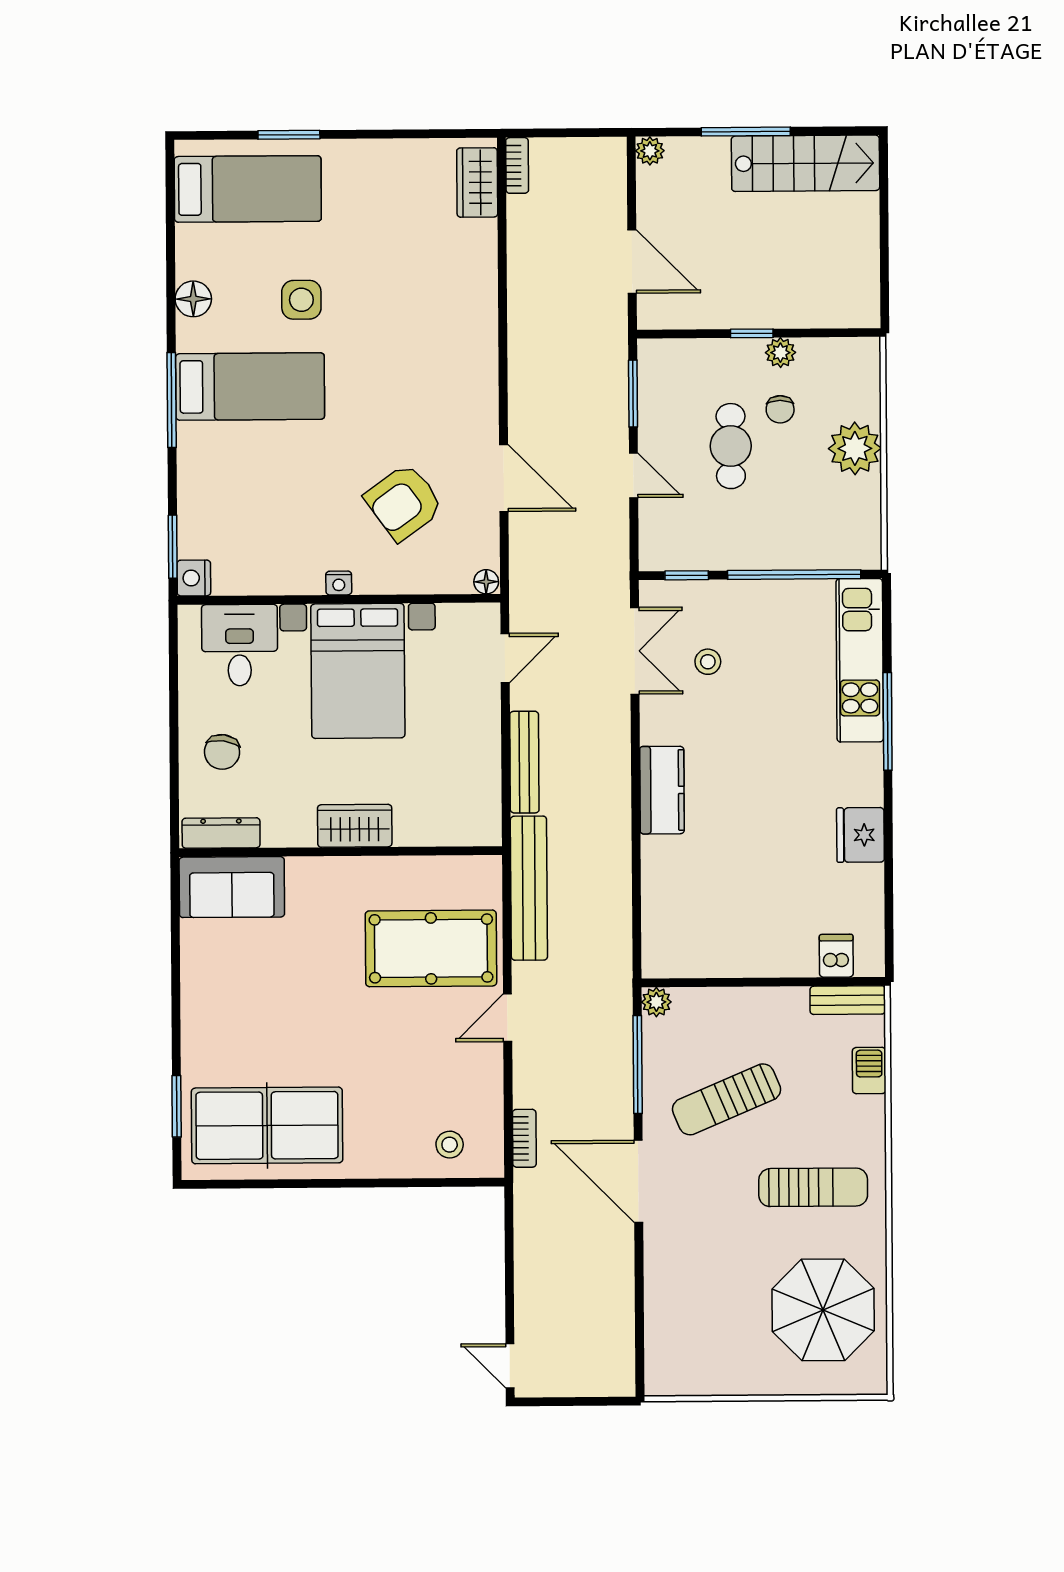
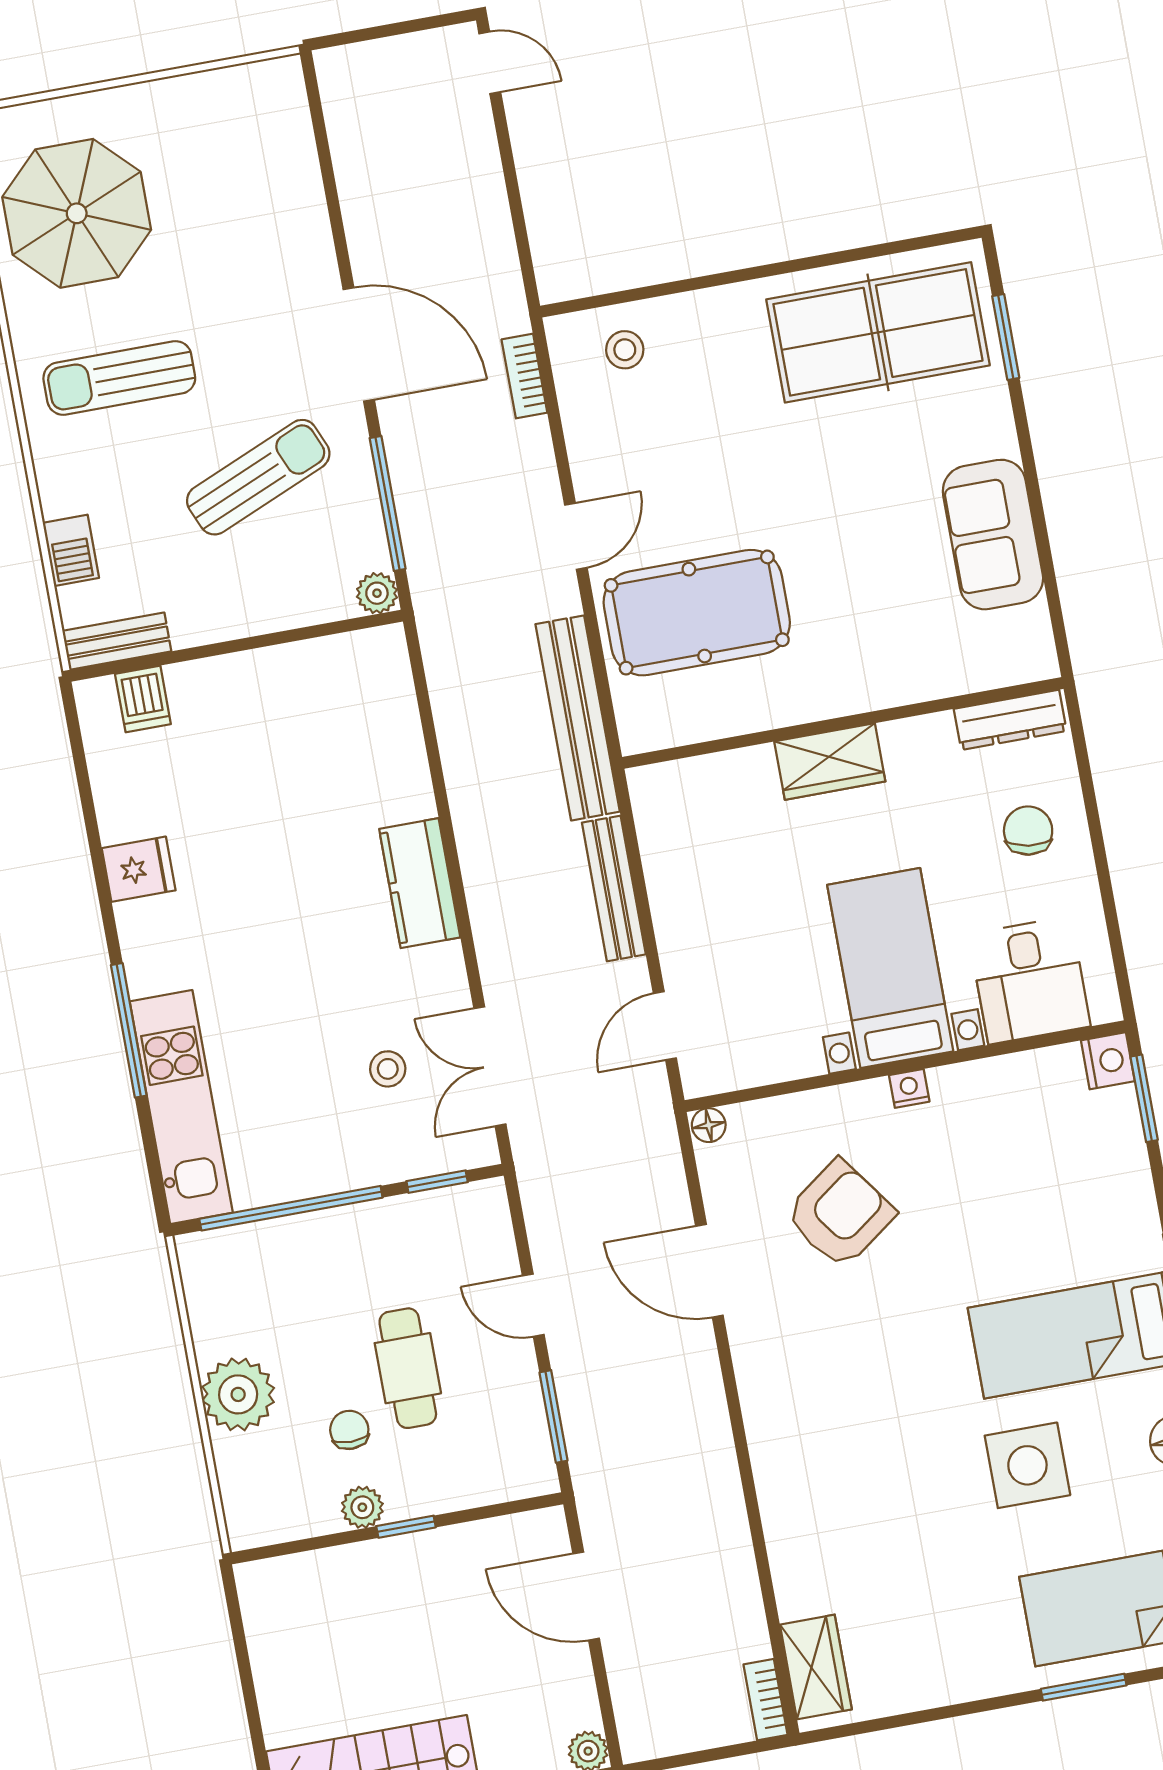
side table: (301, 300) -> (1027, 1465), width x1.37, depth x1.37
bed with nightstands: (358, 671) -> (890, 968), width x0.73
fridge: (860, 835) -> (139, 869), width x0.72
sofa: (232, 887) -> (993, 535), moved, turned -90

